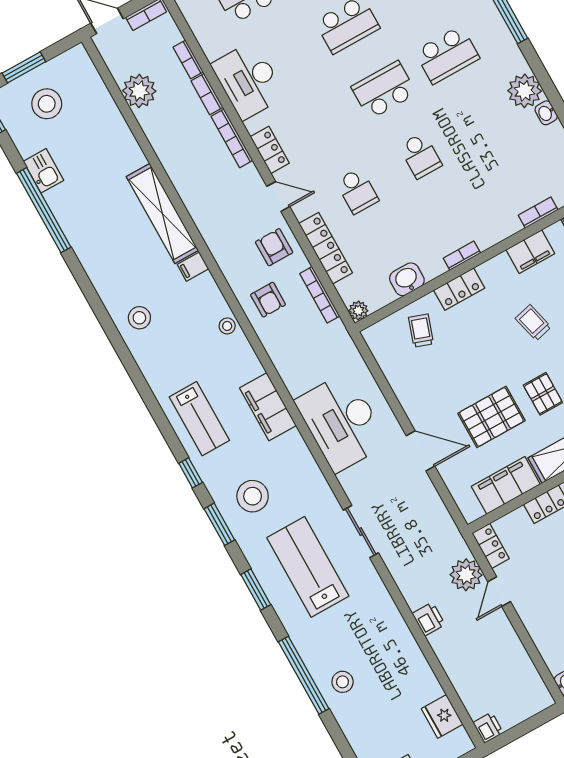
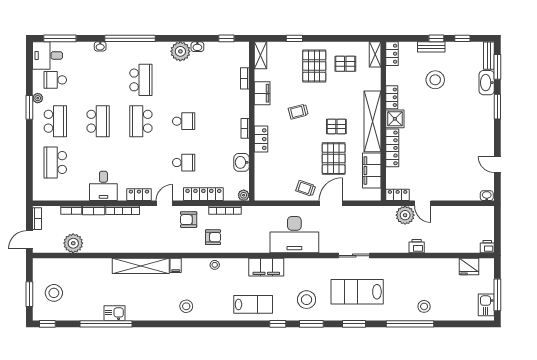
desk: (248, 80) -> (103, 186), width x0.73
kitchen sink: (43, 171) -> (114, 313), moved
trolley: (421, 331) -> (306, 188), moved

